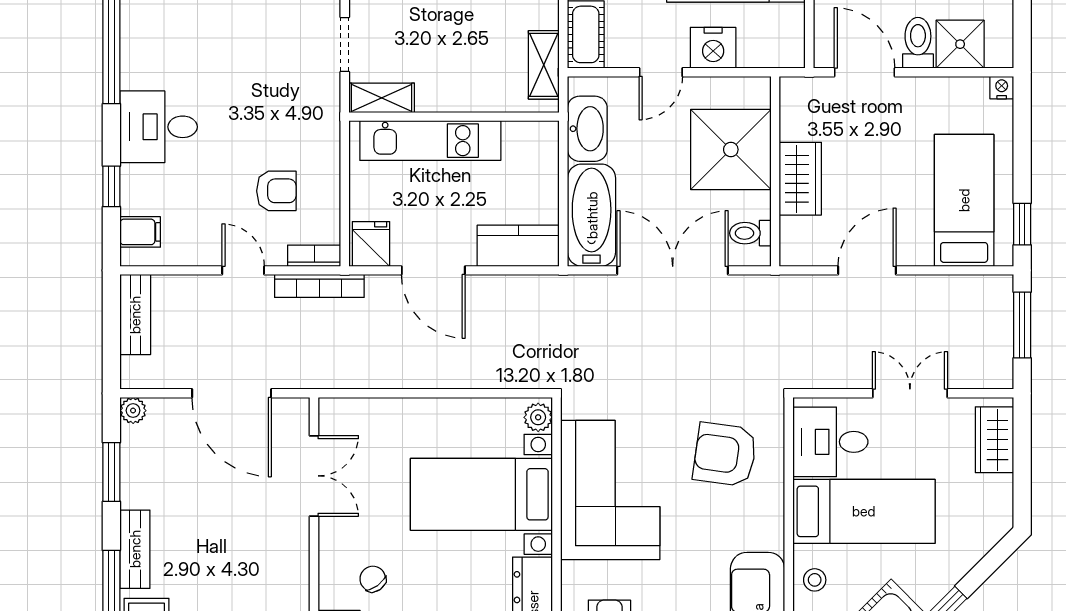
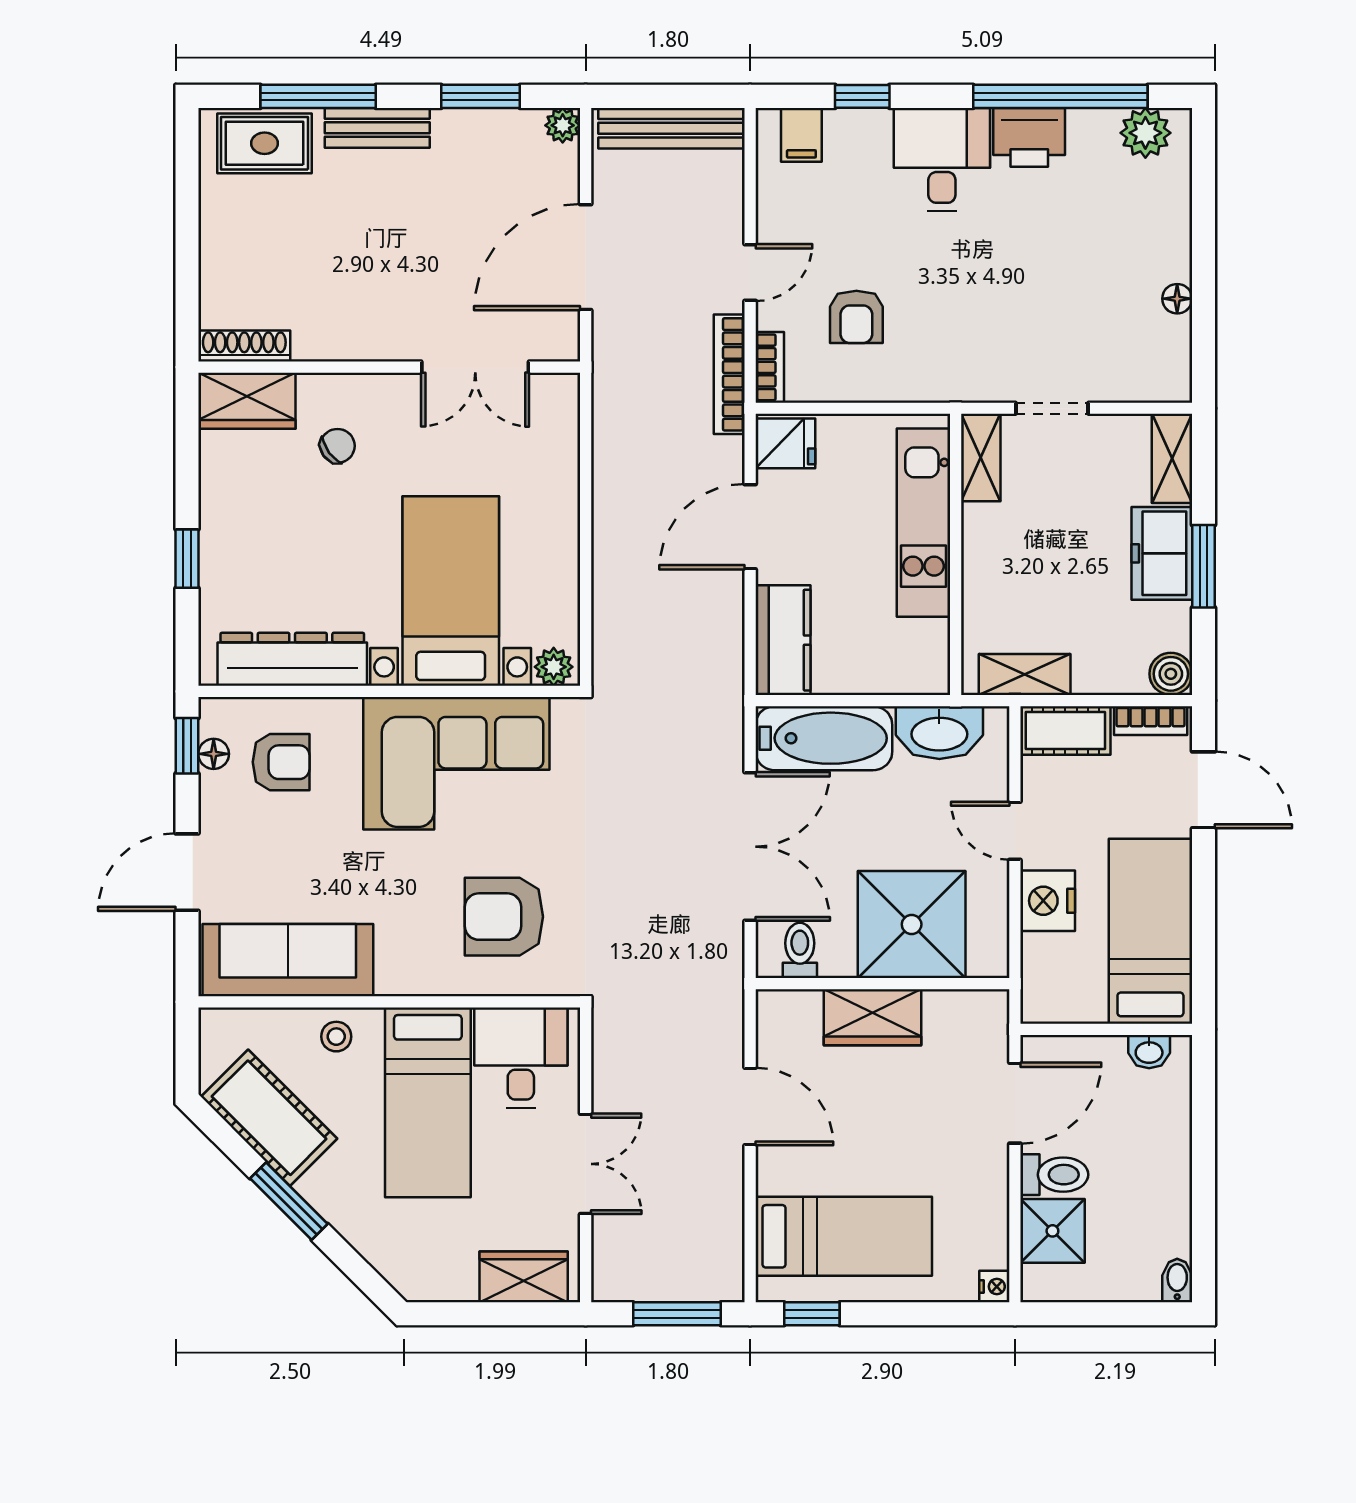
printer: (142, 62) -> (1029, 137), added
bench: (135, 315) -> (671, 128), width x1.36
armchair: (725, 454) -> (504, 917), turned -98

